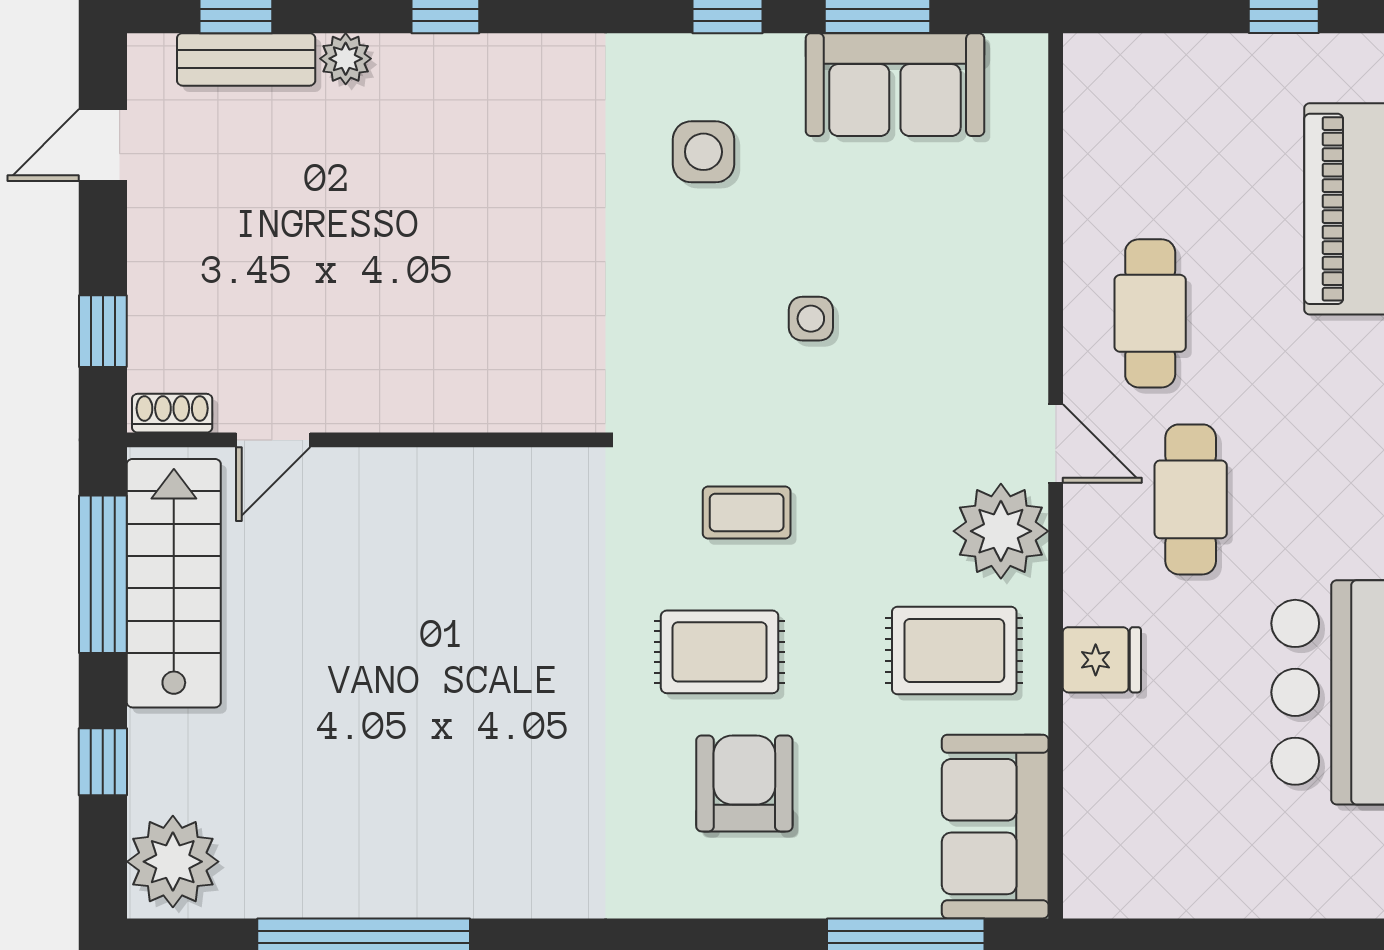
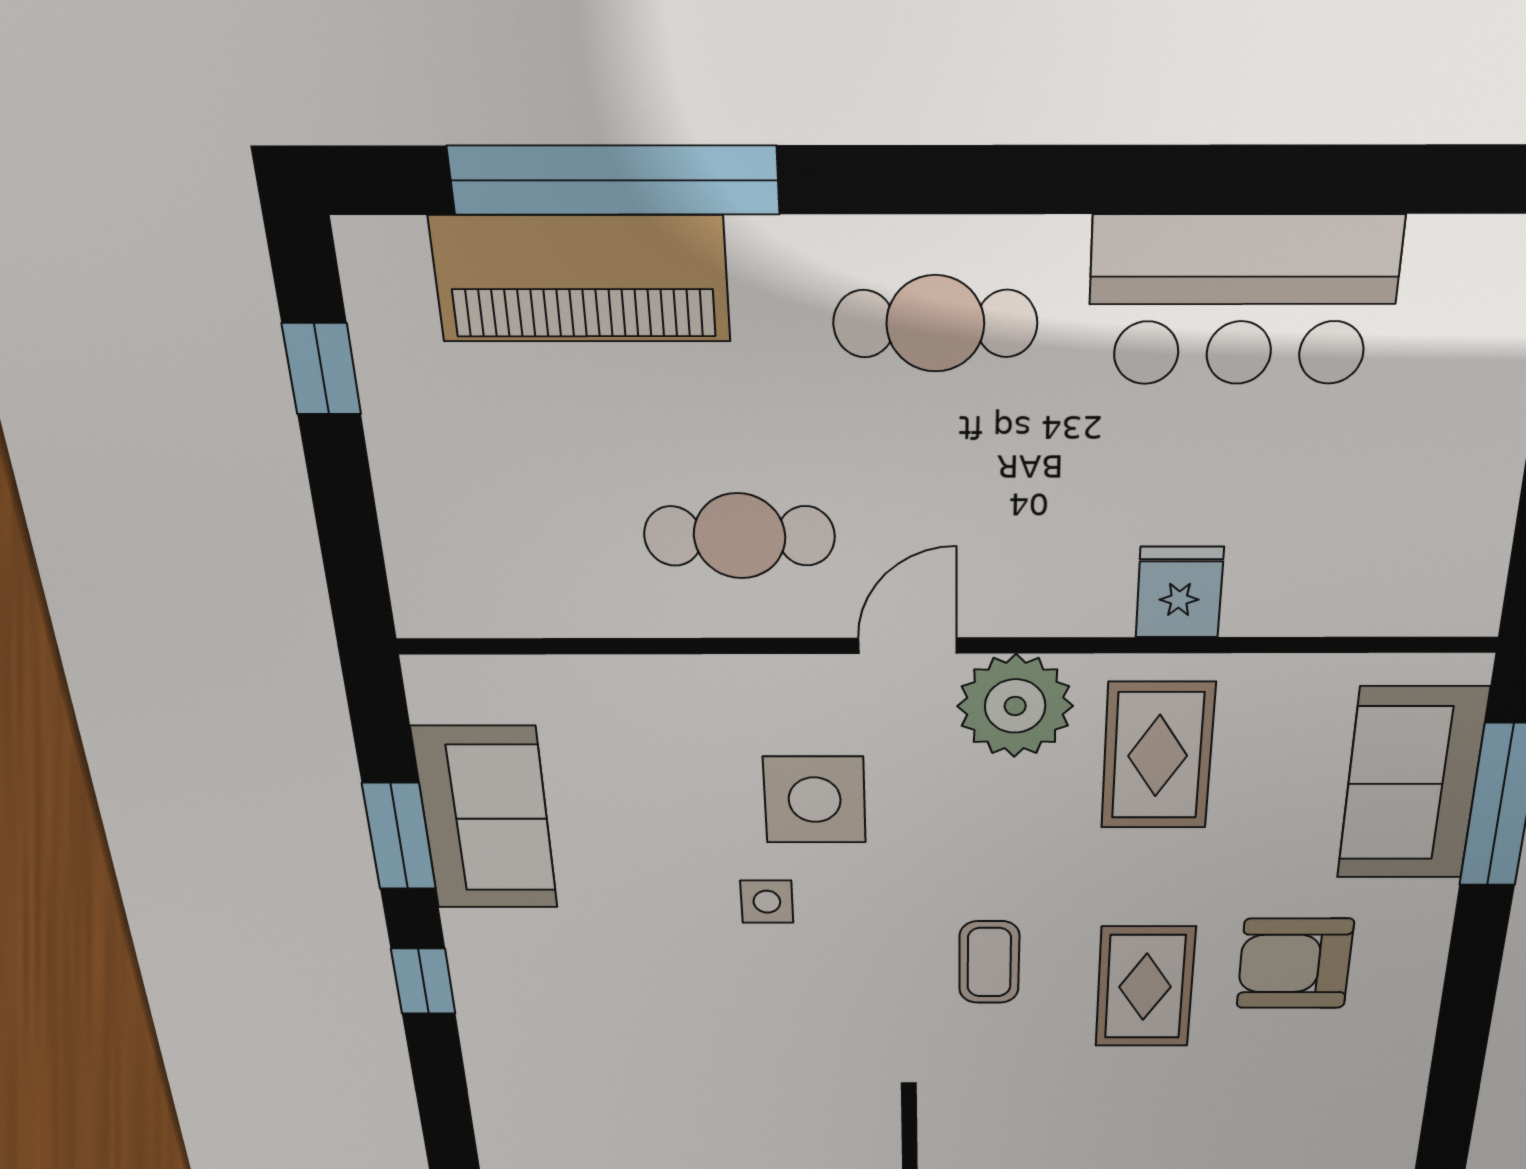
side table: (703, 152) -> (815, 800), moved, width x1.37, depth x1.37
cafe table: (1191, 499) -> (935, 324), moved
sofa: (995, 827) -> (1412, 784), moved, turned 90

